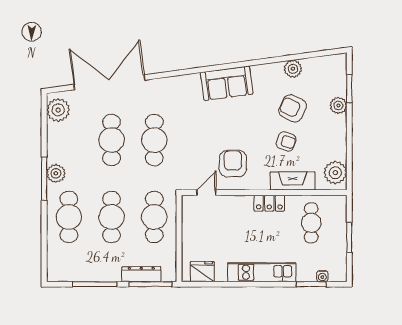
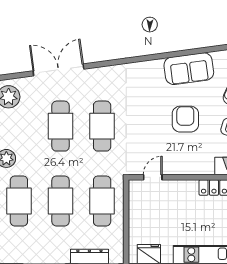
double door: (109, 82) -> (58, 70), width x0.73
sofa: (227, 83) -> (189, 69), moved
armchair: (233, 164) -> (185, 119), moved

